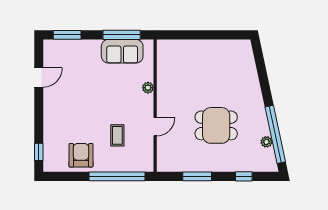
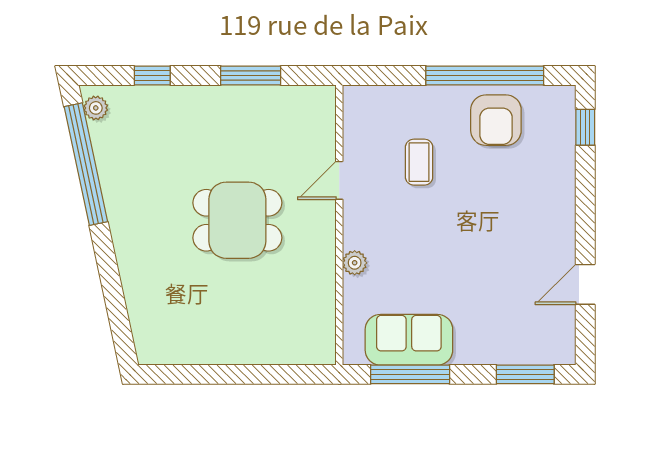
dining table: (216, 125) -> (237, 220), moved
plant: (266, 142) -> (96, 108), moved
window: (117, 176) -> (485, 76), moved

